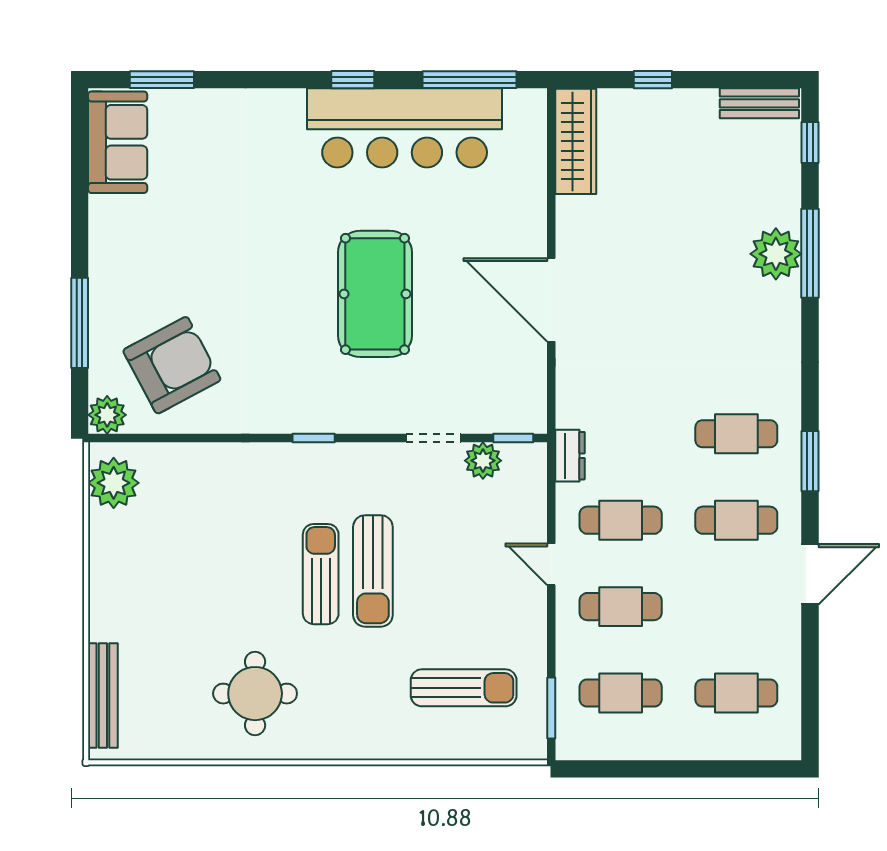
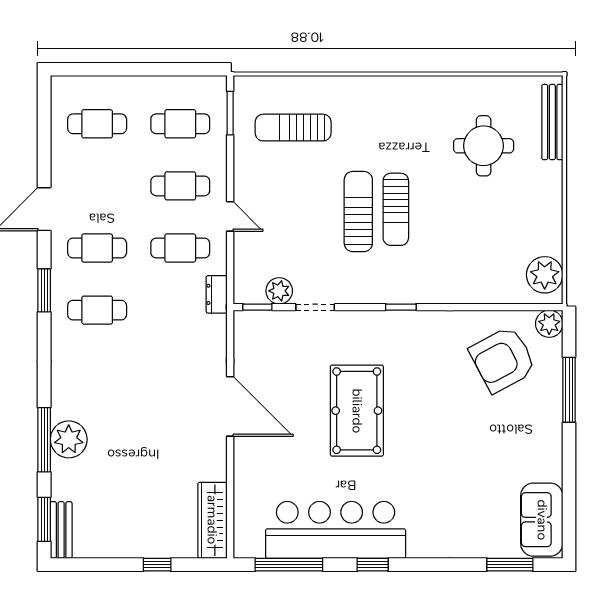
bench: (759, 103) -> (61, 530), moved, turned 90
window: (810, 143) -> (44, 519), width x1.50
round table: (255, 694) -> (484, 146), moved

